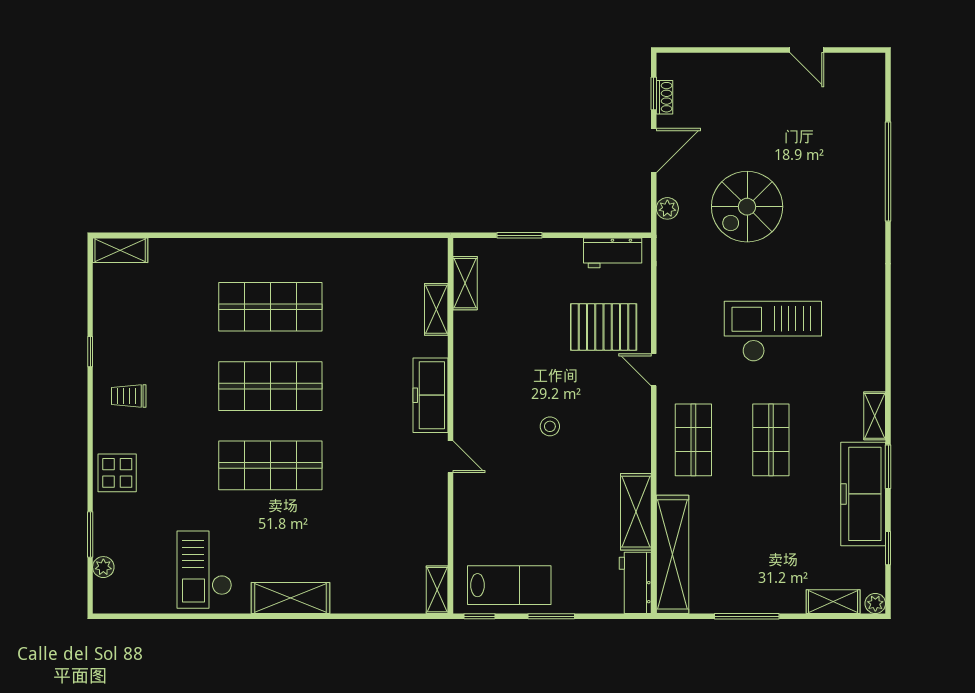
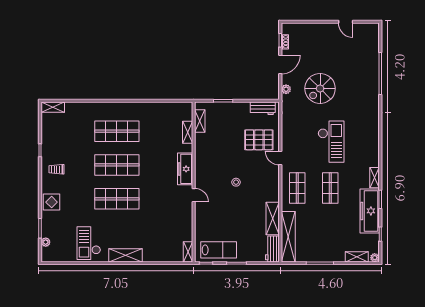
checkout: (773, 331) -> (331, 142), turned 90

